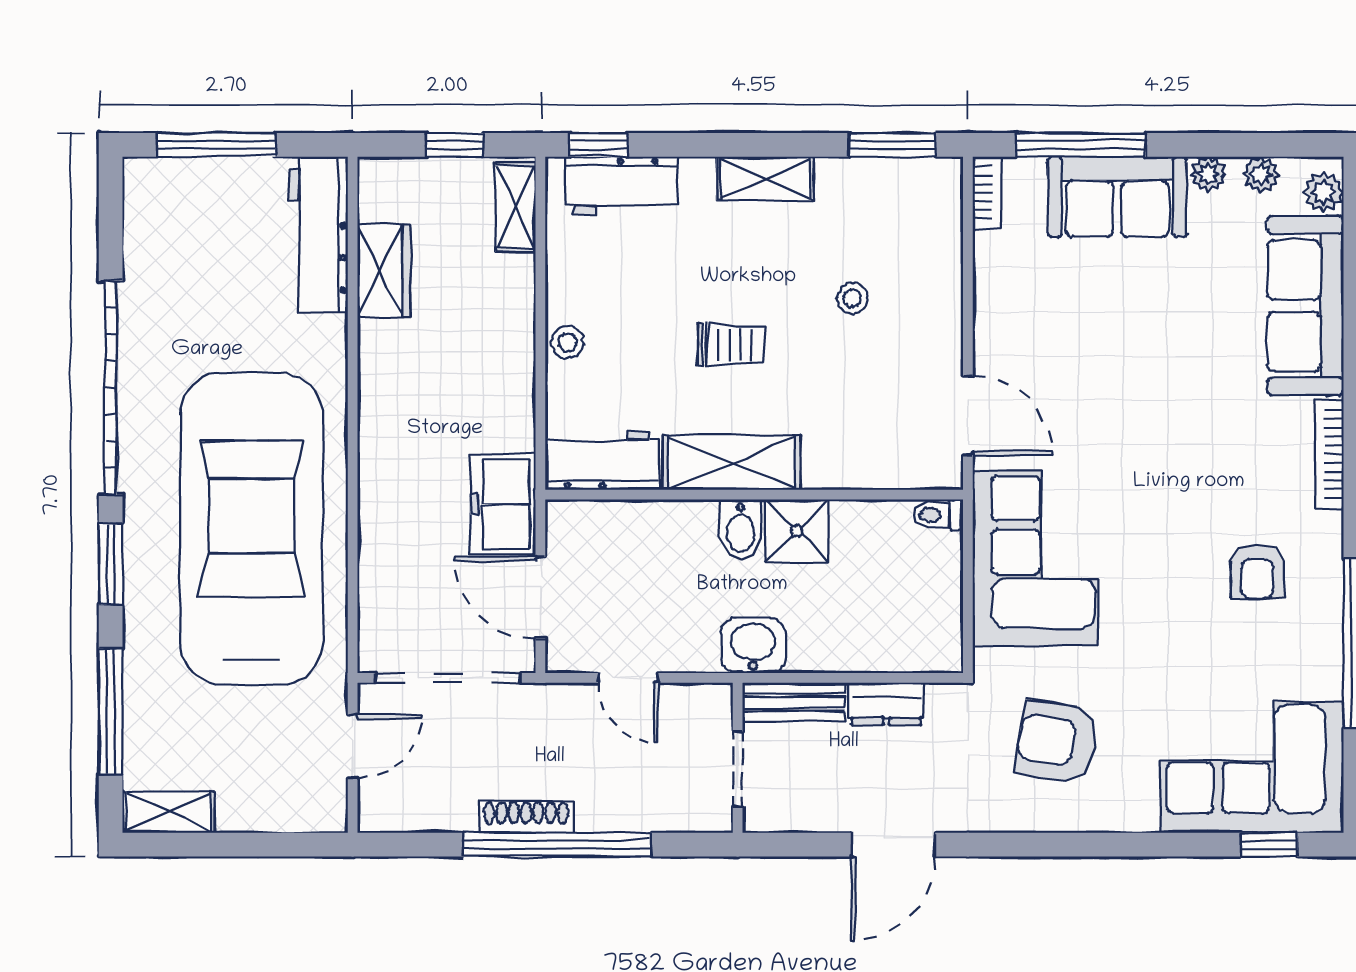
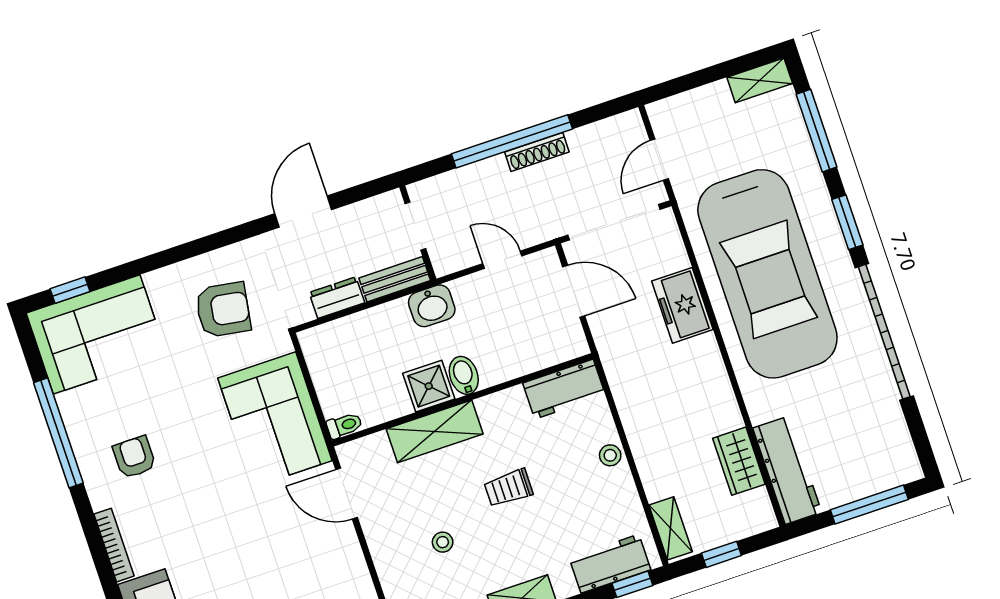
shelving: (732, 462) -> (435, 431), moved
freezer: (503, 504) -> (682, 305), moved, turned 180

